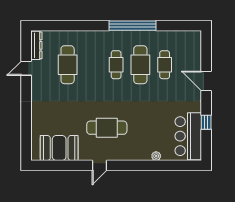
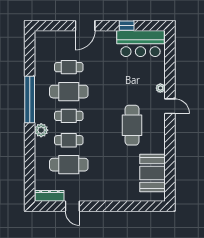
plant: (102, 37) -> (41, 130), added
cafe table: (92, 65) -> (69, 140), added
plant: (156, 156) -> (160, 88), moved
door: (100, 165) -> (170, 106), moved

